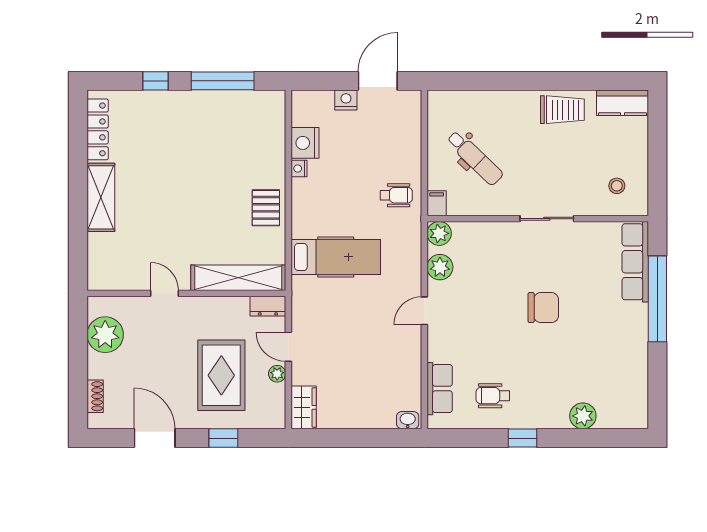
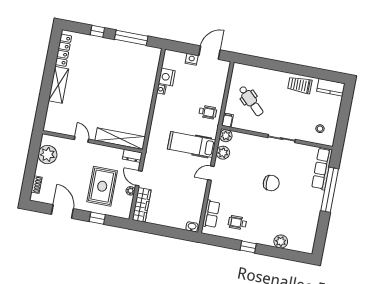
trolley: (562, 110) -> (300, 85), turned 180
pallet: (266, 208) -> (141, 106), removed
hospital bed: (336, 257) -> (192, 144), moved, turned 180
wardrobe: (304, 407) -> (142, 205), width x1.50

